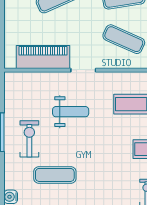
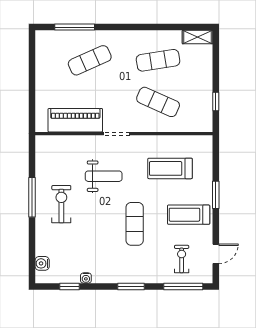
exercise mat: (55, 175) -> (135, 224), moved, turned 90

